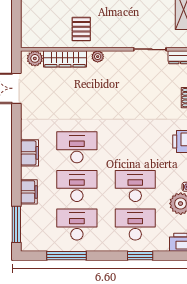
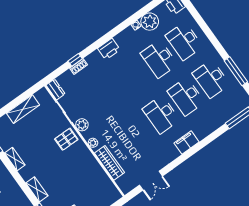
pallet: (81, 29) -> (66, 139), moved
plant: (35, 58) -> (82, 125), moved
filing cabinet: (29, 192) -> (212, 125), removed
window: (140, 256) -> (202, 24), removed

